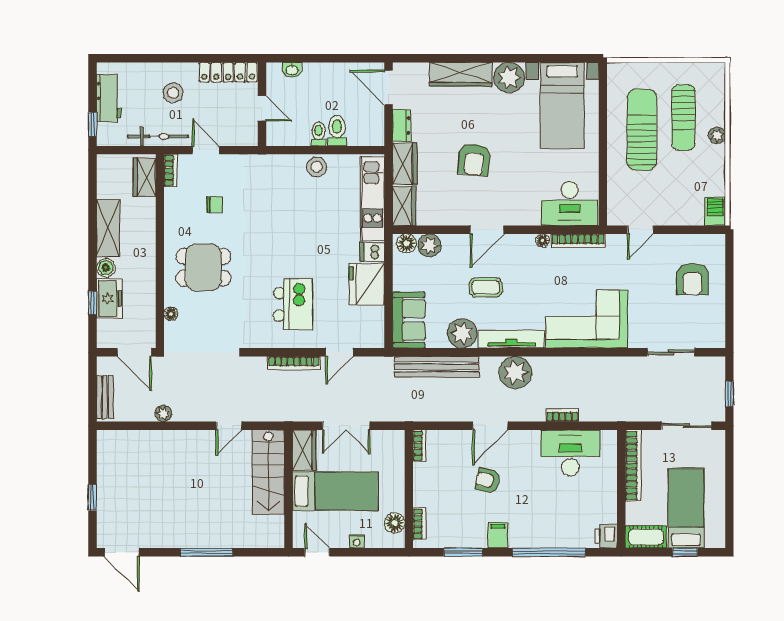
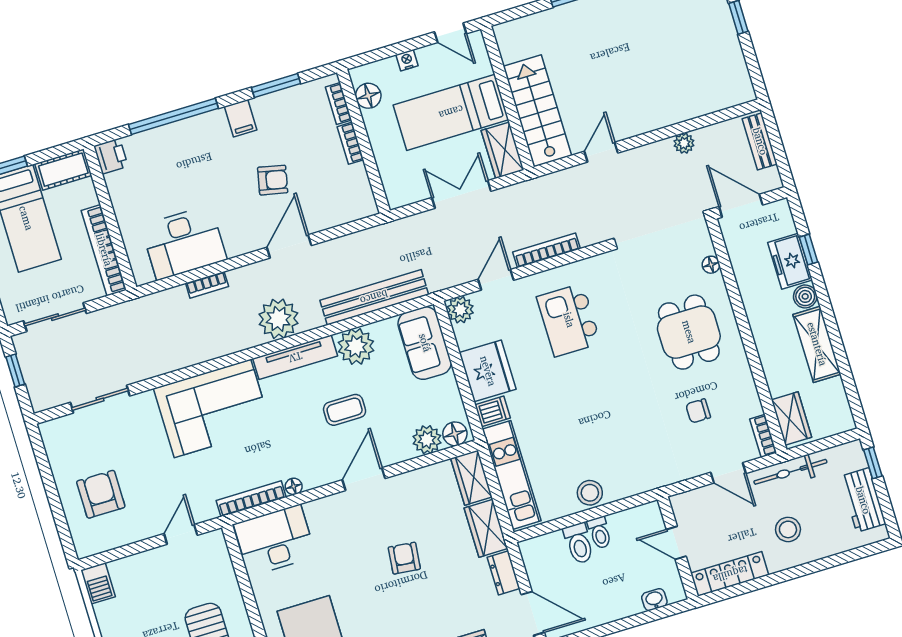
armchair: (474, 160) -> (404, 558), width x0.72, depth x0.72
dining table: (203, 267) -> (689, 332), turned 90
plant: (374, 337) -> (460, 310), added
bookcase: (419, 446) -> (351, 143), moved

